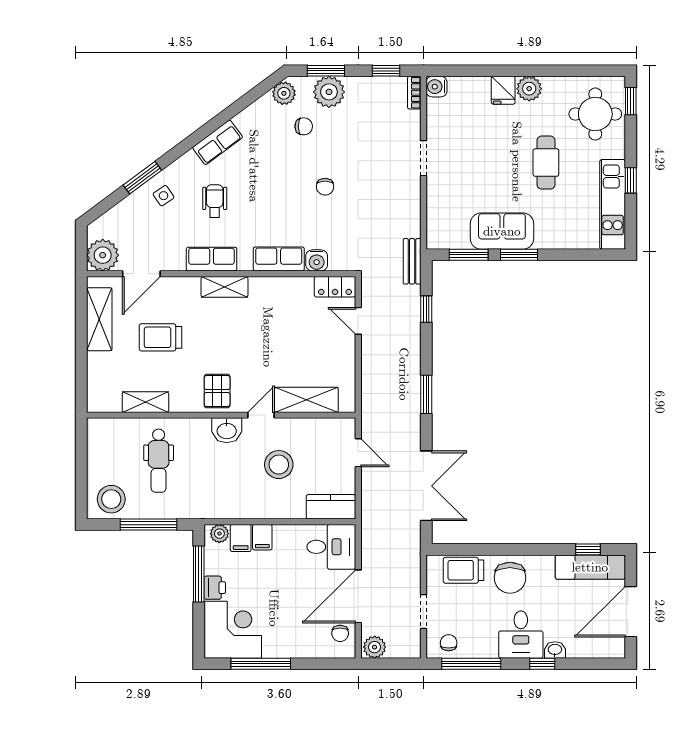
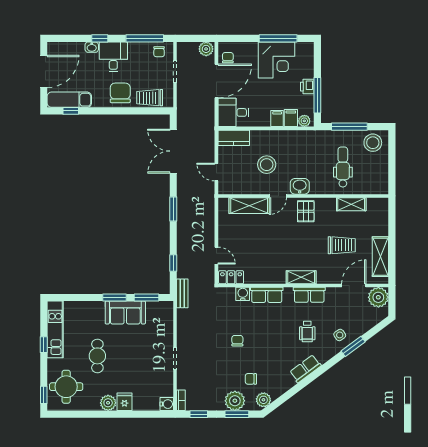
trolley: (464, 570) -> (150, 98), turned 180
corner desk: (233, 630) -> (276, 60), moved, turned -90

